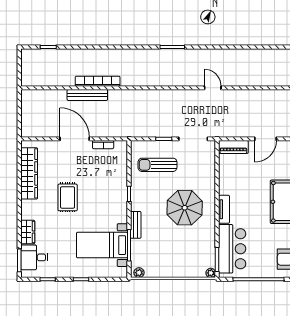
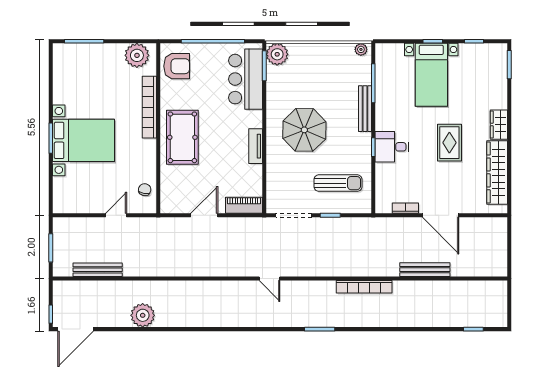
bookcase: (98, 81) -> (364, 287), moved
tv unit: (224, 209) -> (256, 146), moved
bench: (136, 225) -> (365, 109), width x1.36
wardrobe: (28, 232) -> (499, 125), moved
bed with nightstands: (102, 245) -> (431, 75), moved, turned 90
desk: (34, 257) -> (392, 147), moved, turned 180
plant: (211, 273) -> (277, 54), width x1.88, depth x1.88

